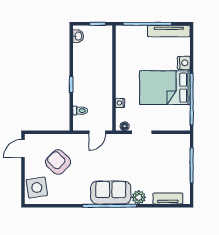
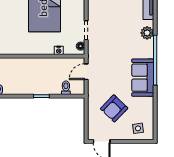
door: (97, 132) -> (86, 72), swing flipped
side table: (37, 188) -> (138, 128), width x0.54, depth x0.54
sofa: (111, 193) -> (143, 78), moved

